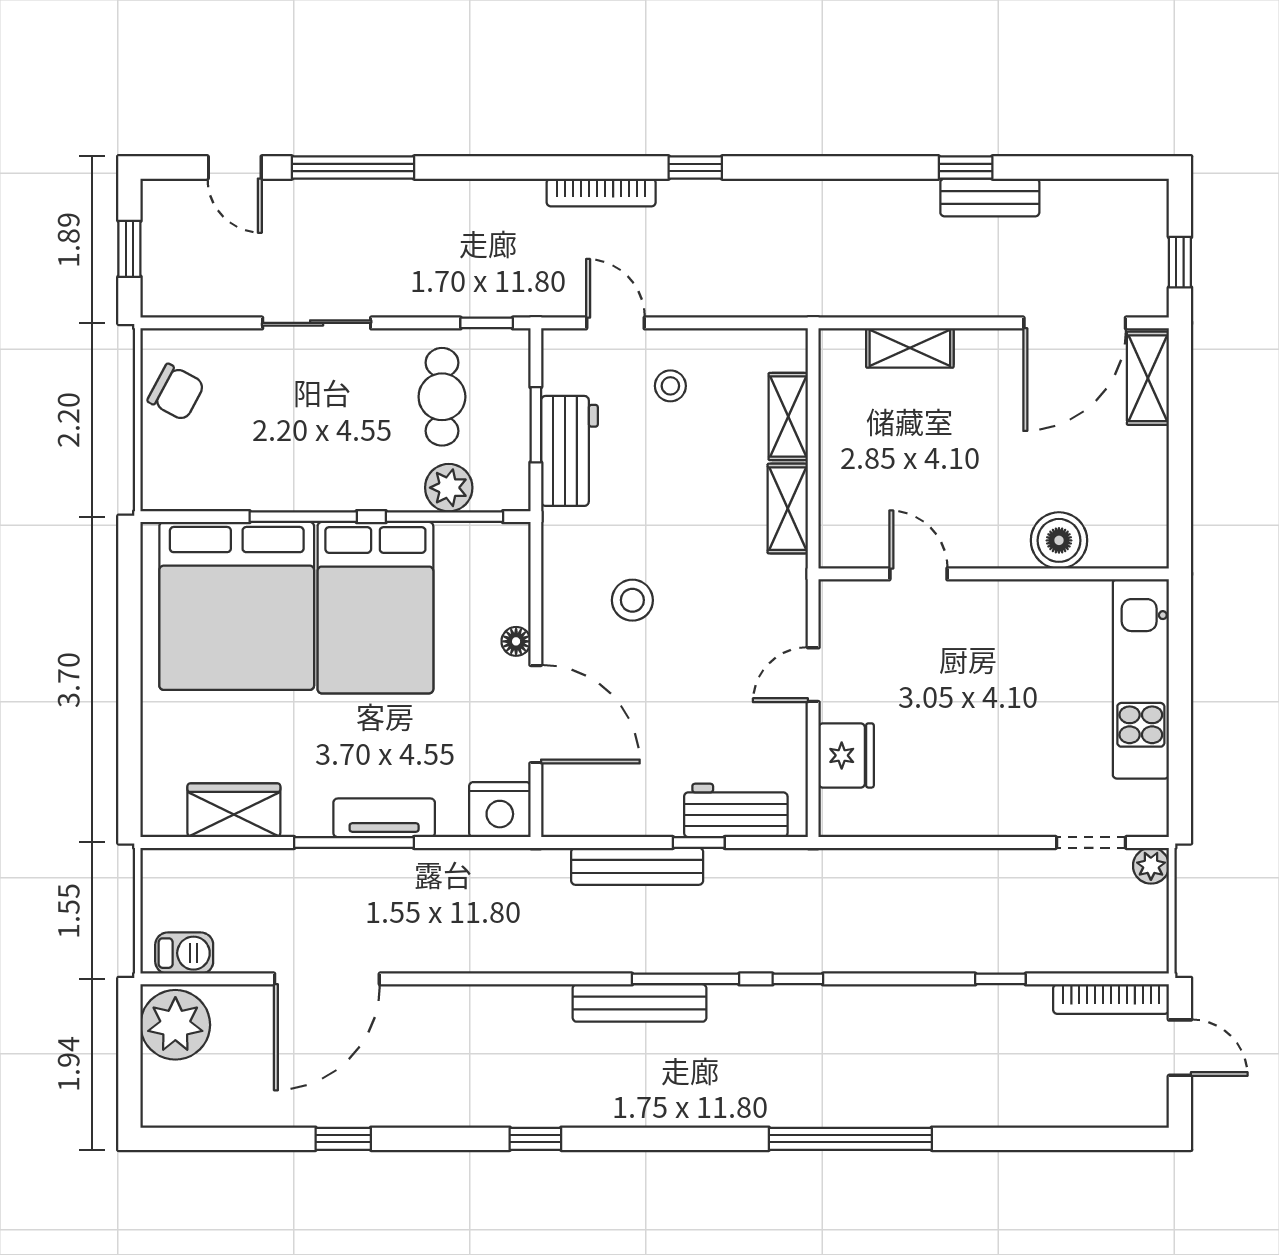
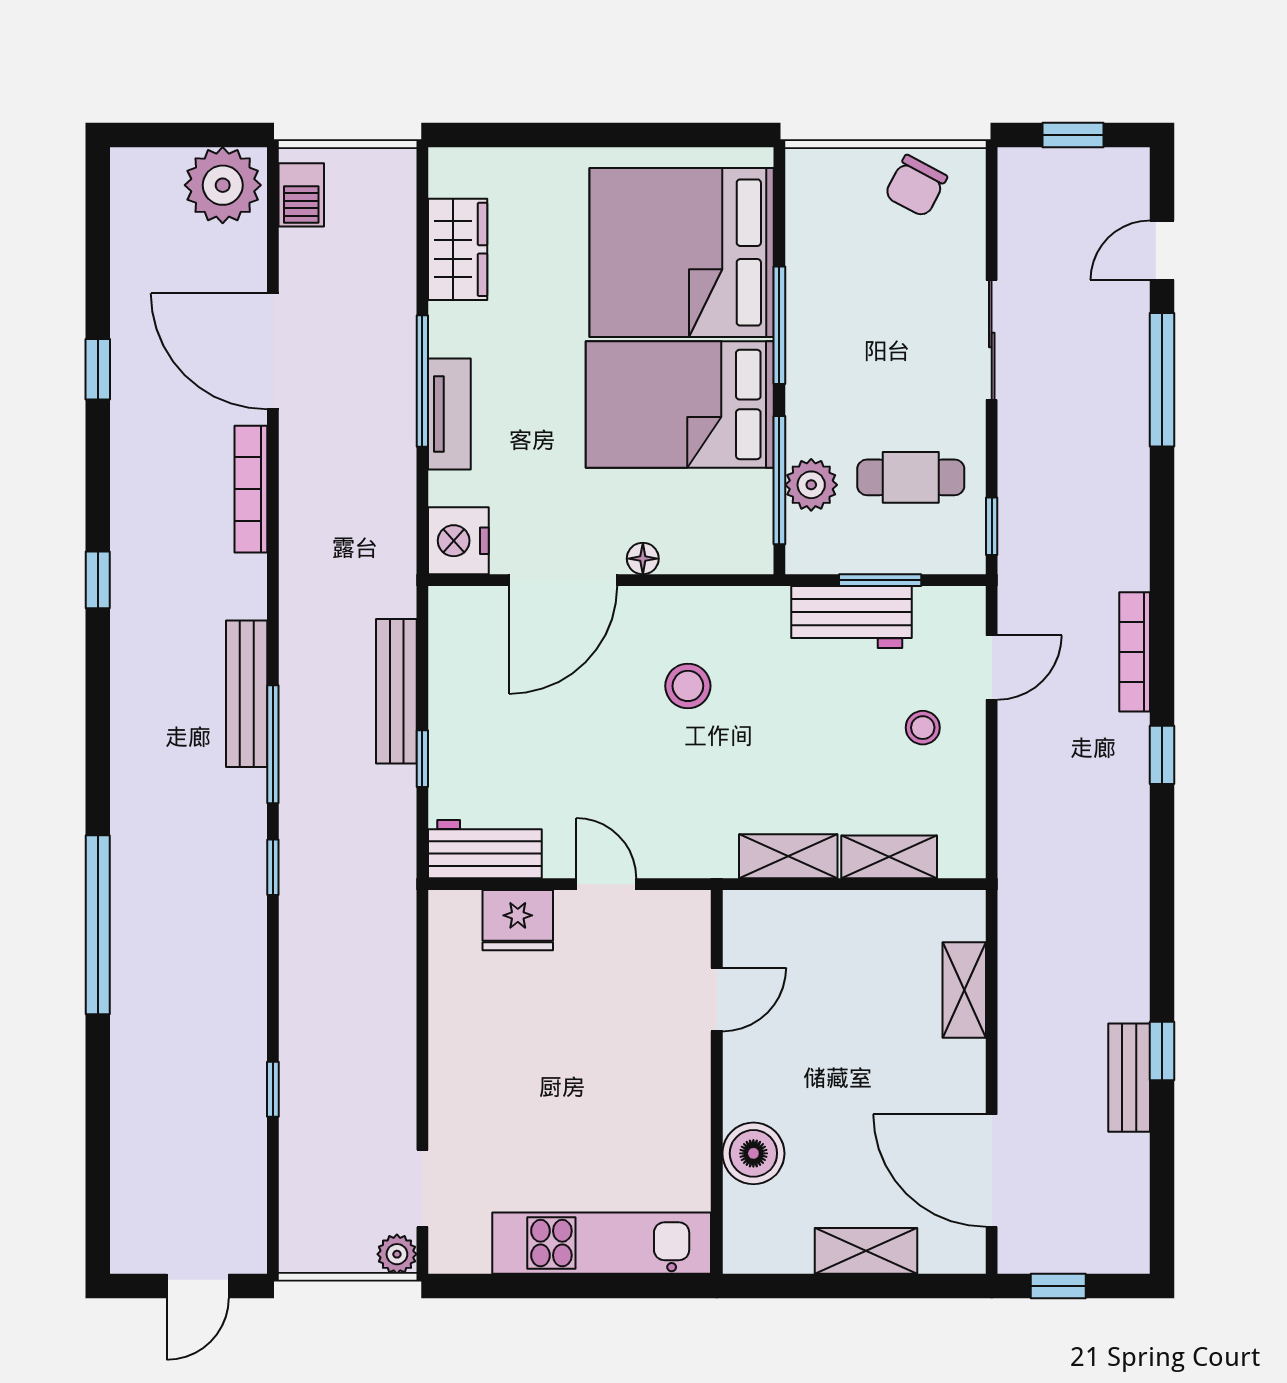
shelving: (1148, 378) -> (866, 1251), moved
workbench: (736, 810) -> (485, 849), moved, turned -90
bookcase: (1111, 999) -> (251, 489), moved

